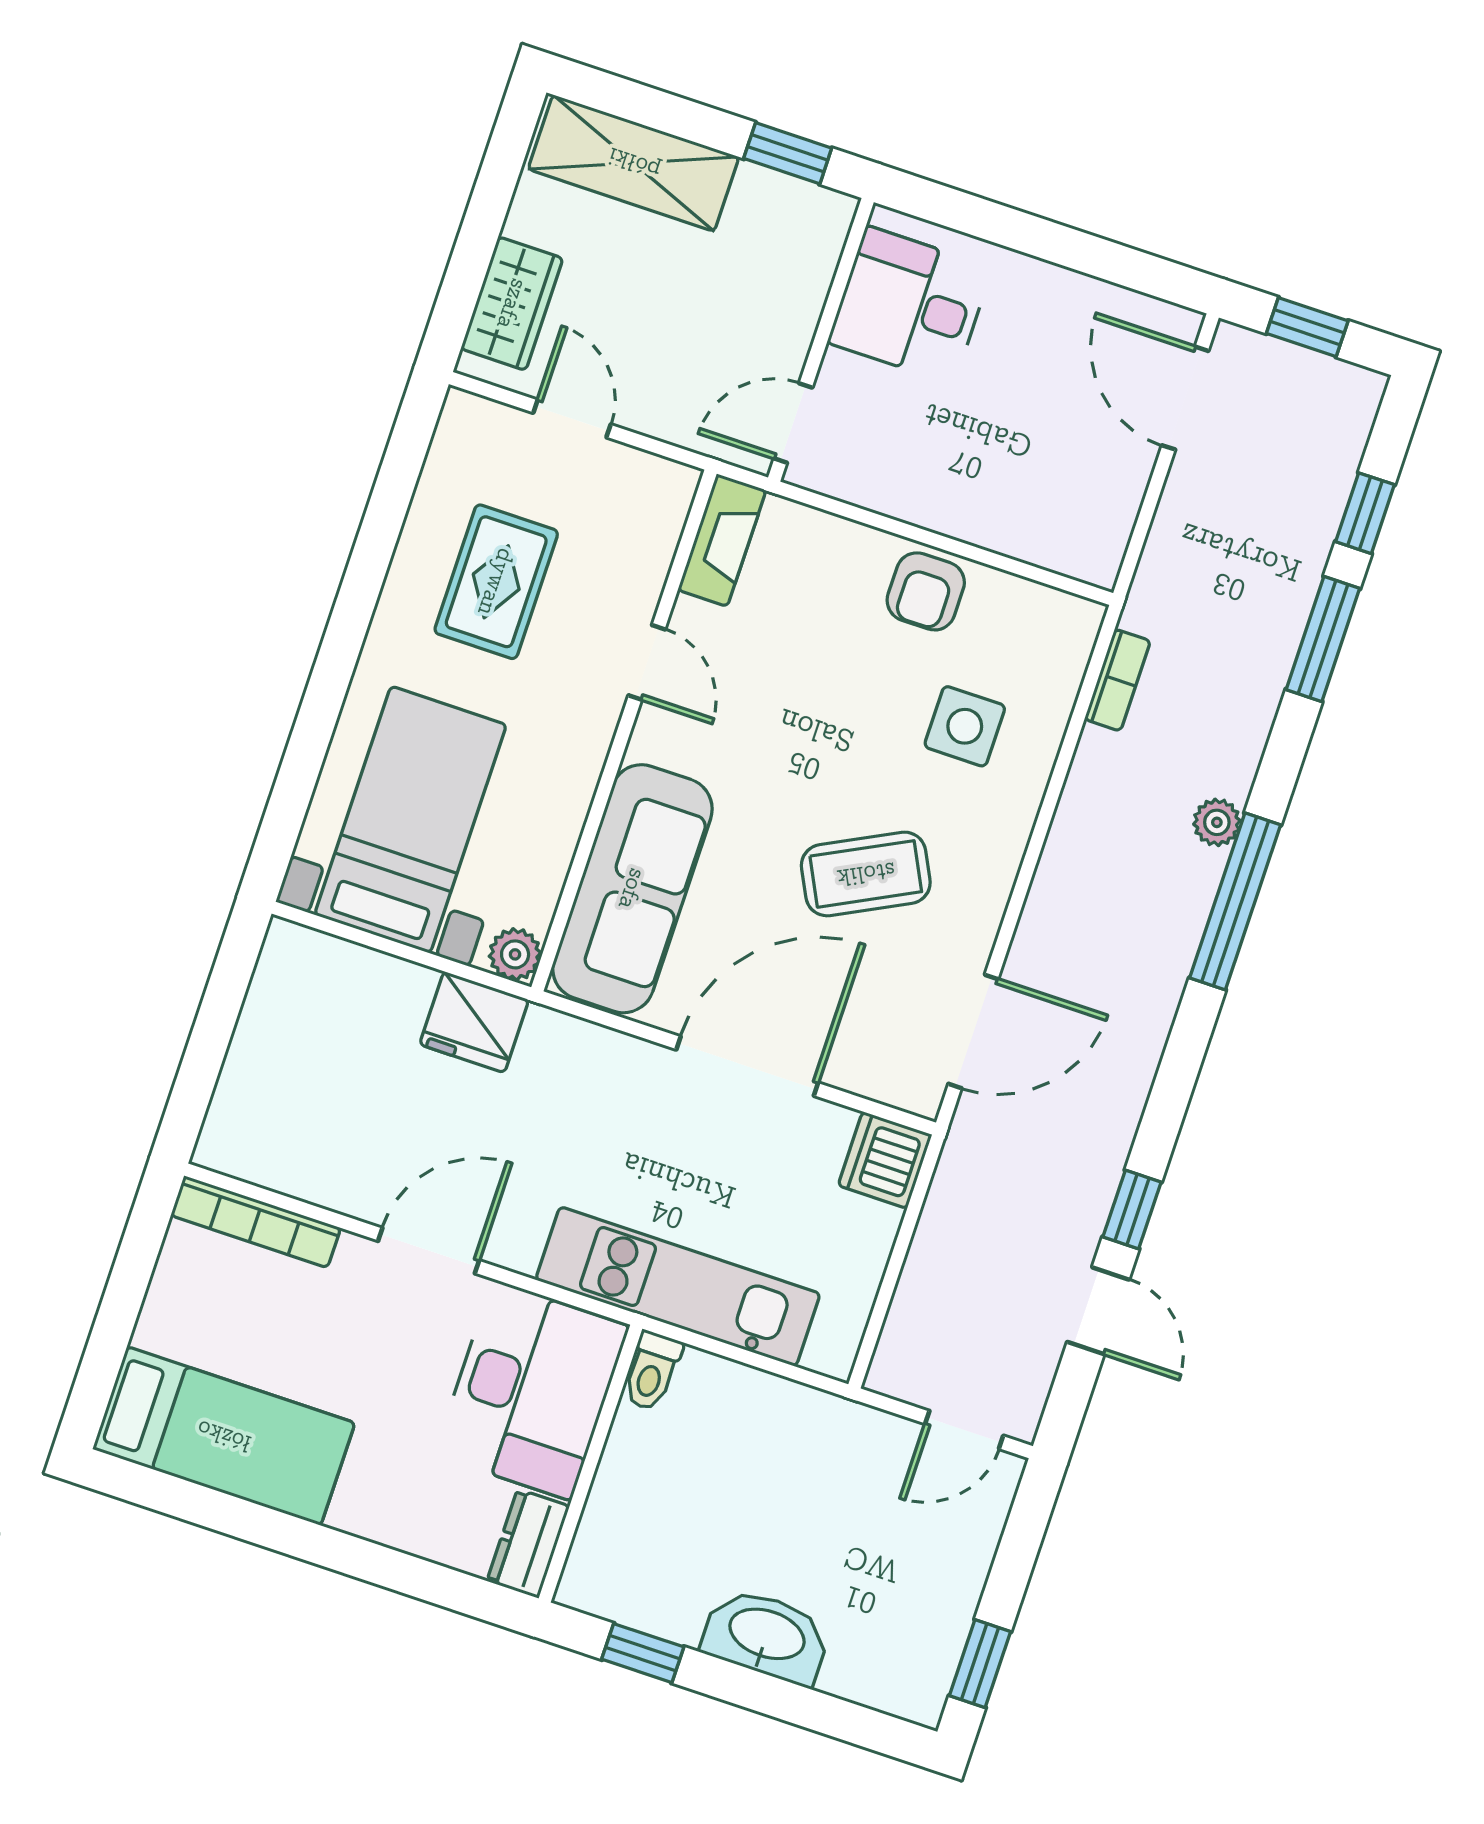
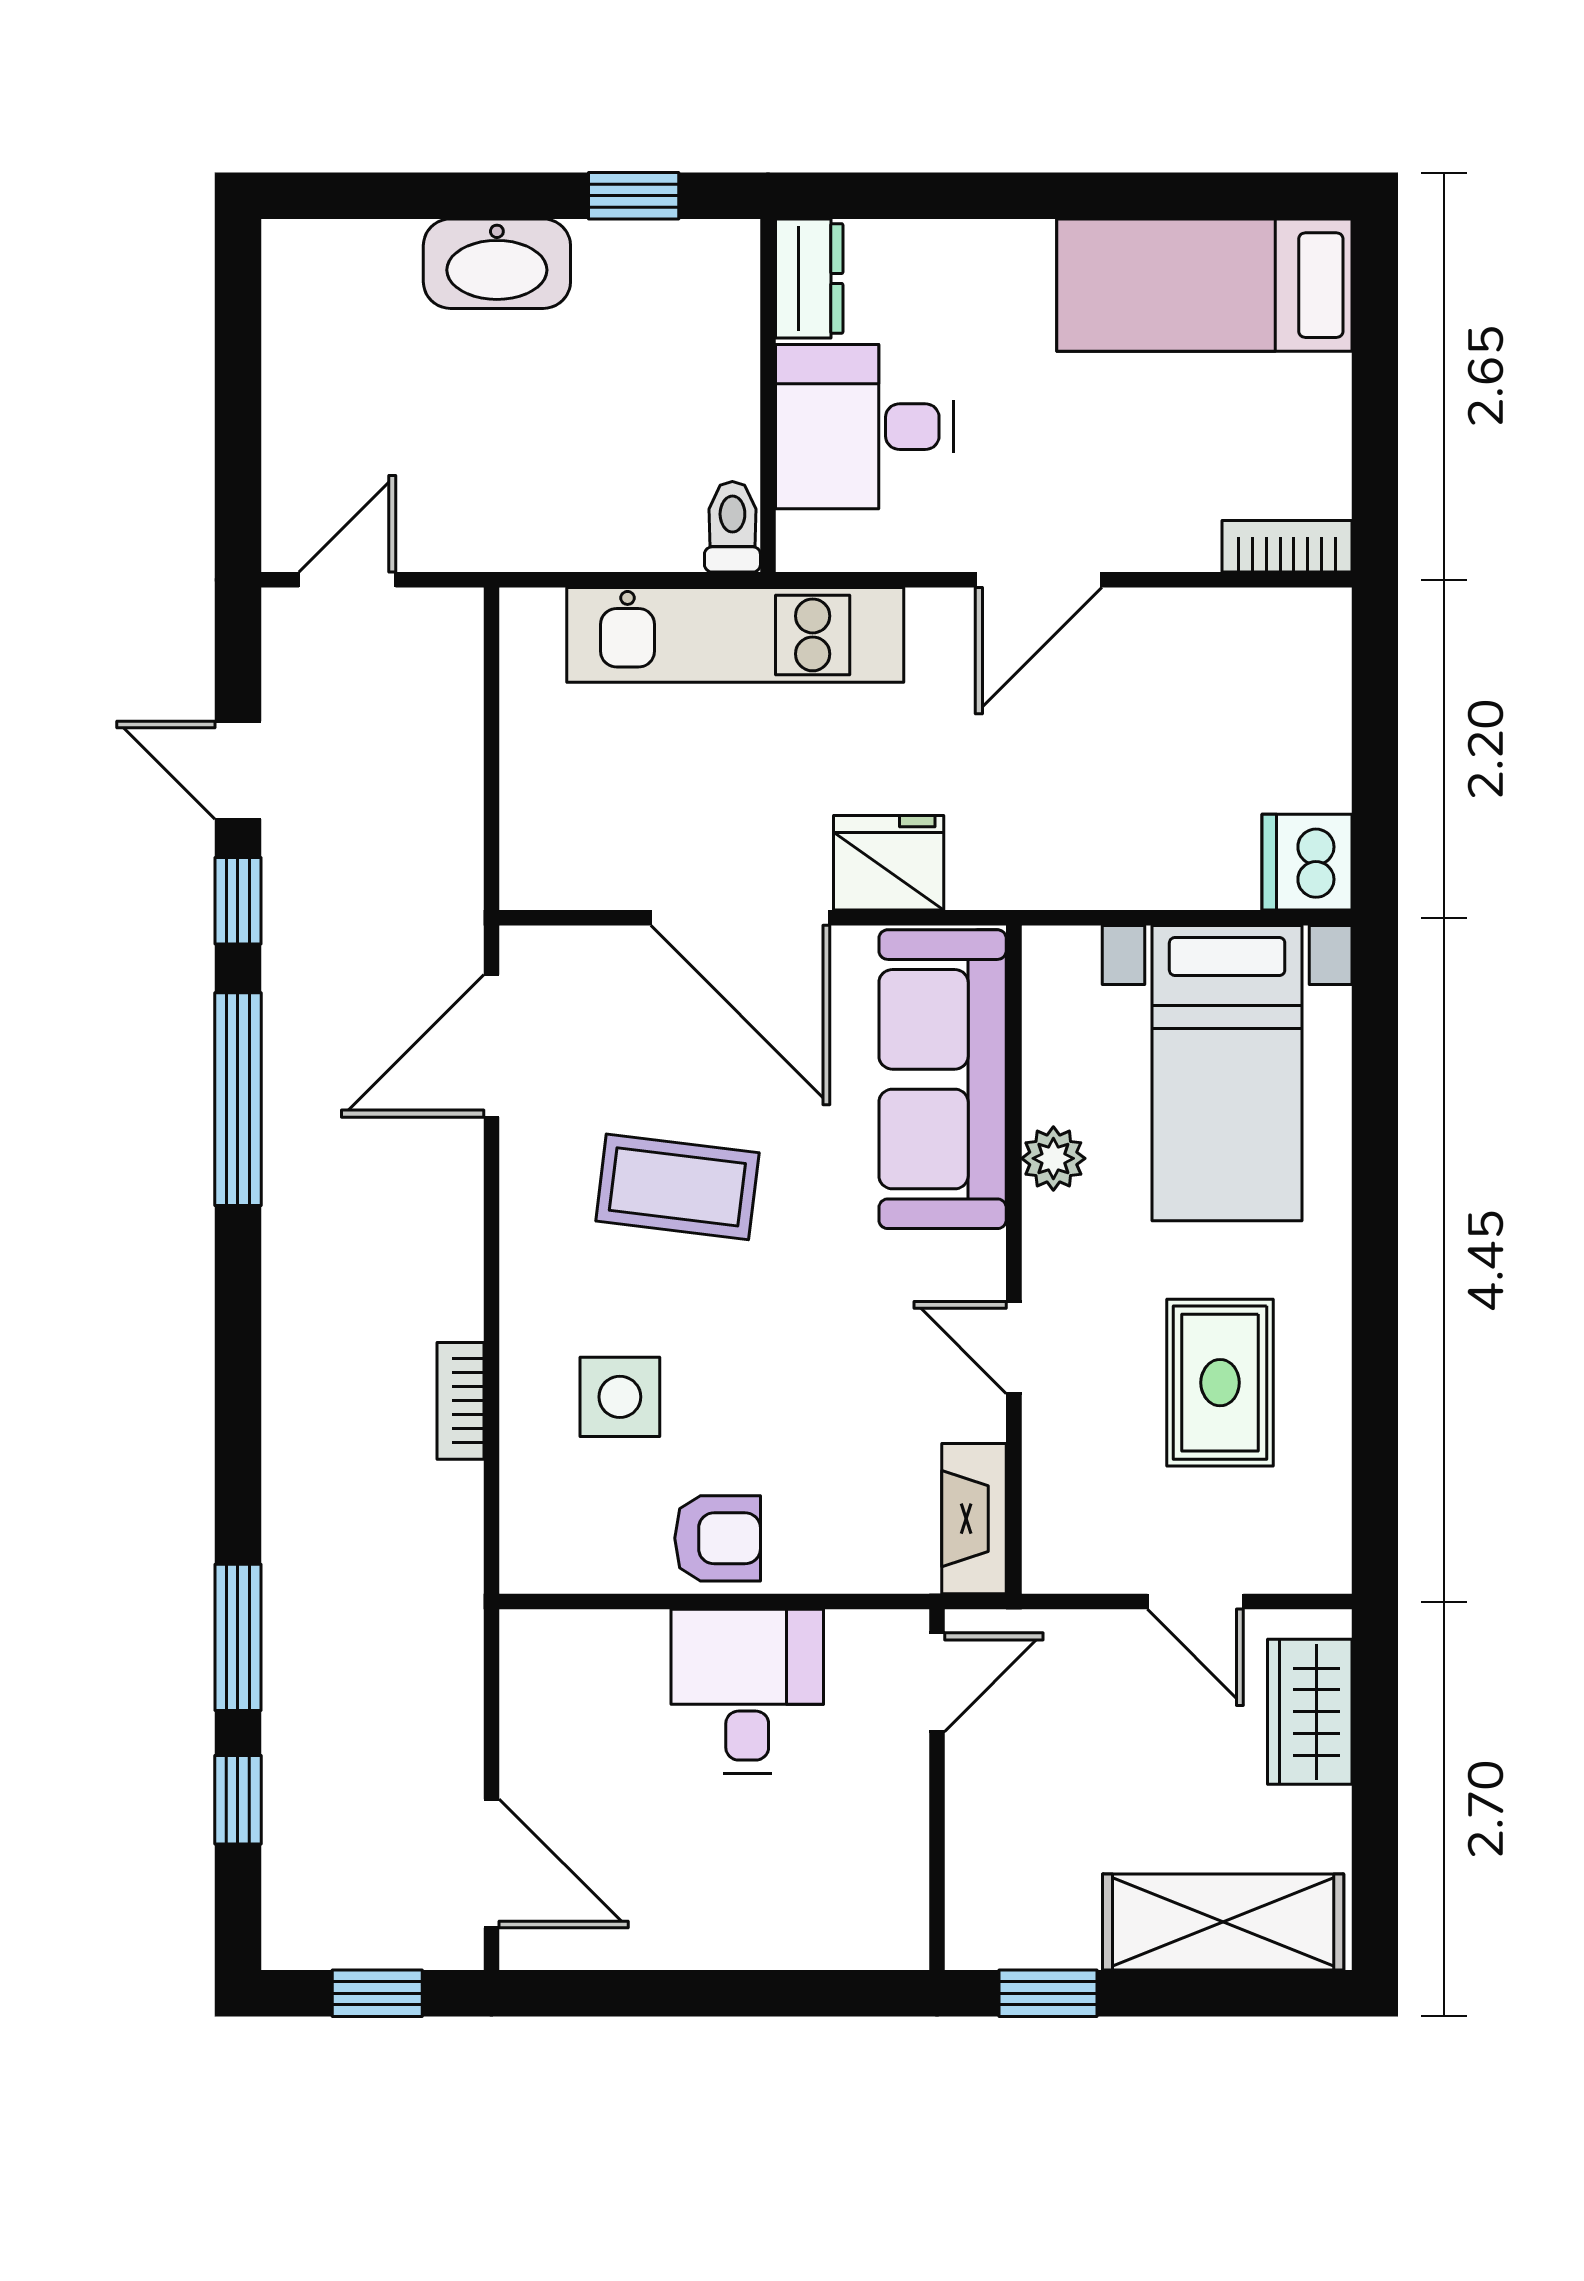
desk: (910, 305) -> (747, 1691), moved, turned -90
armchair: (926, 591) -> (718, 1538), turned 90
bookcase: (1118, 680) -> (460, 1401), moved
plant: (1217, 822) -> (290, 1383), removed
coffee table: (866, 874) -> (677, 1187), turned 34
window: (1235, 901) -> (238, 1099), moved
plant: (515, 954) -> (1053, 1158), moved
fridge: (474, 1022) -> (889, 863), moved
door: (747, 1066) -> (740, 918), hinge flipped
dishwasher: (885, 1160) -> (1307, 862), moved, turned 180
bookcase: (256, 1222) -> (1287, 546), width x0.64
desk: (532, 1391) -> (864, 427), width x0.73
window: (980, 1664) -> (238, 315), removed

